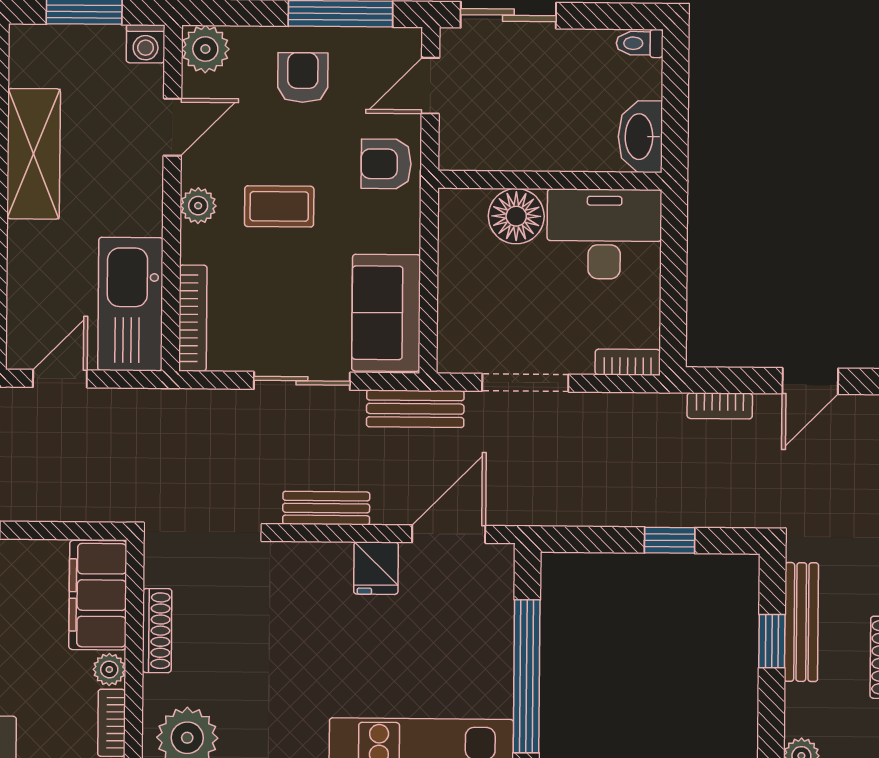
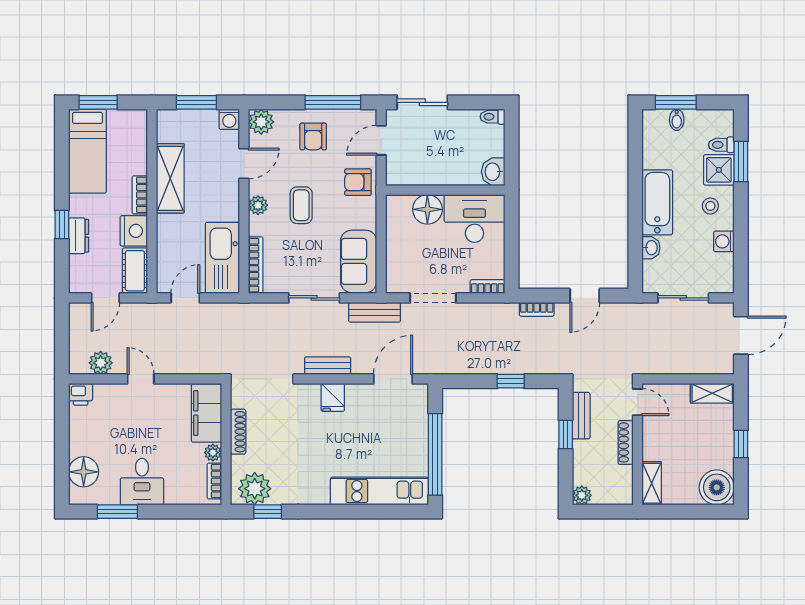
armchair: (303, 77) -> (313, 136), turned 180
washbasin: (640, 137) -> (493, 172), width x0.72
coffee table: (279, 206) -> (301, 205), turned 90
fridge: (376, 568) -> (333, 397), moved
bench: (801, 622) -> (581, 416), width x0.73

